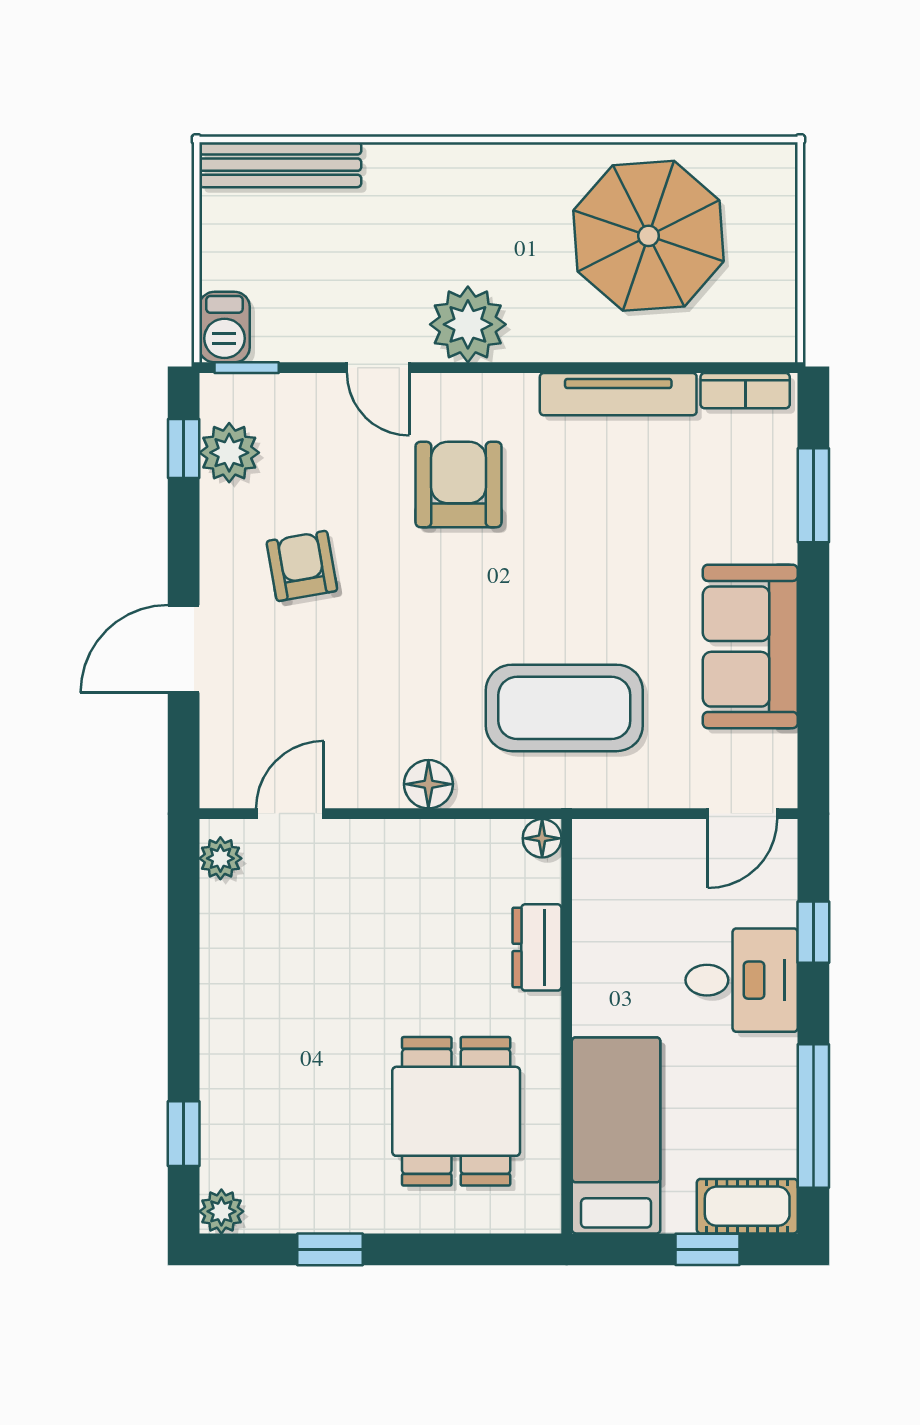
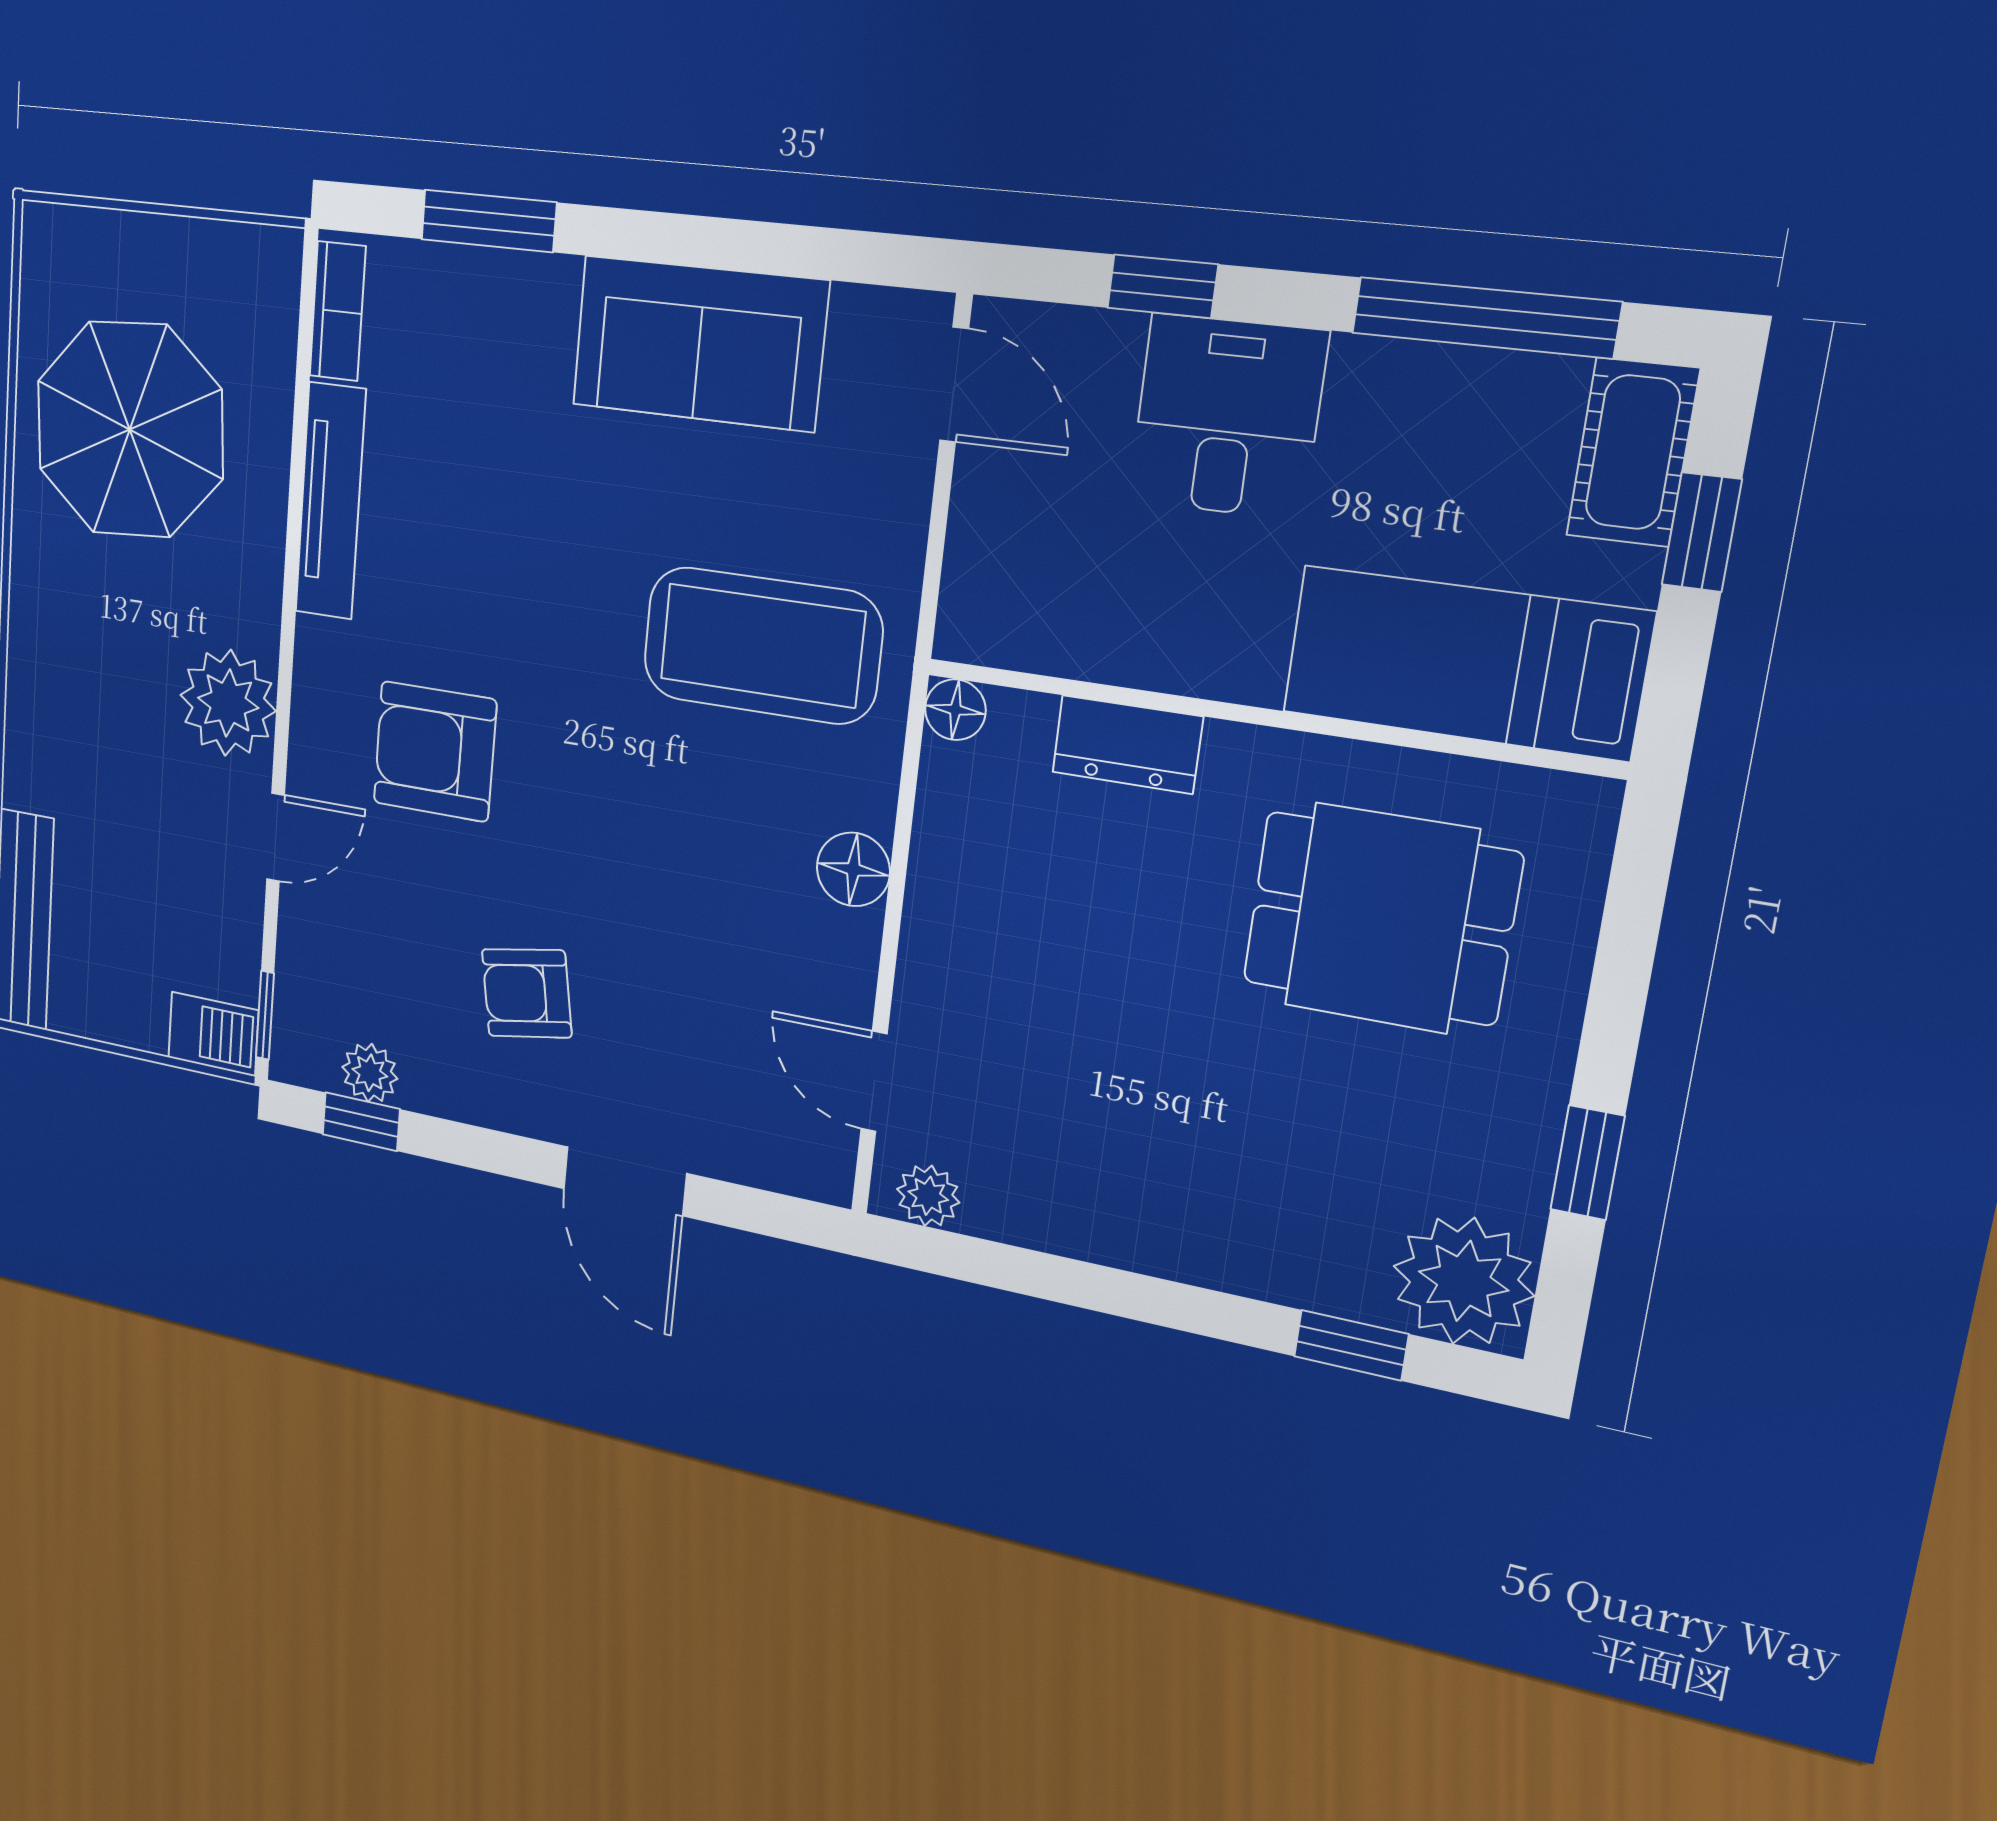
plant: (229, 453) -> (370, 1073), width x0.73, depth x0.73
coffee table: (564, 708) -> (762, 645), turned 90
plant: (221, 1211) -> (1464, 1281), width x1.88, depth x1.88

